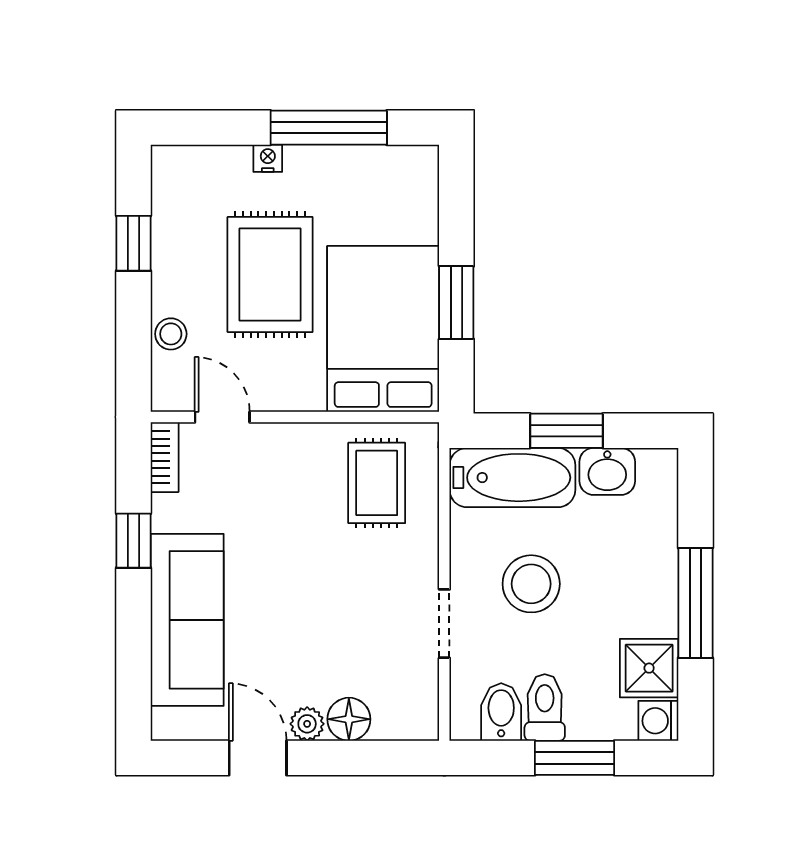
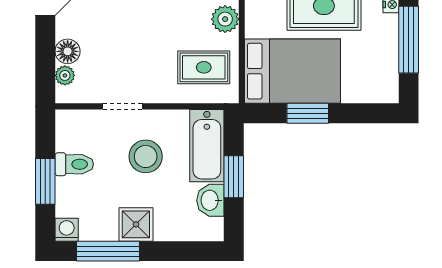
plant: (293, 446) -> (225, 19), added
window: (695, 603) -> (108, 251), moved
shower: (649, 668) -> (136, 224), moved
bidet: (501, 712) -> (72, 139), removed
plant: (307, 724) -> (65, 75), moved

